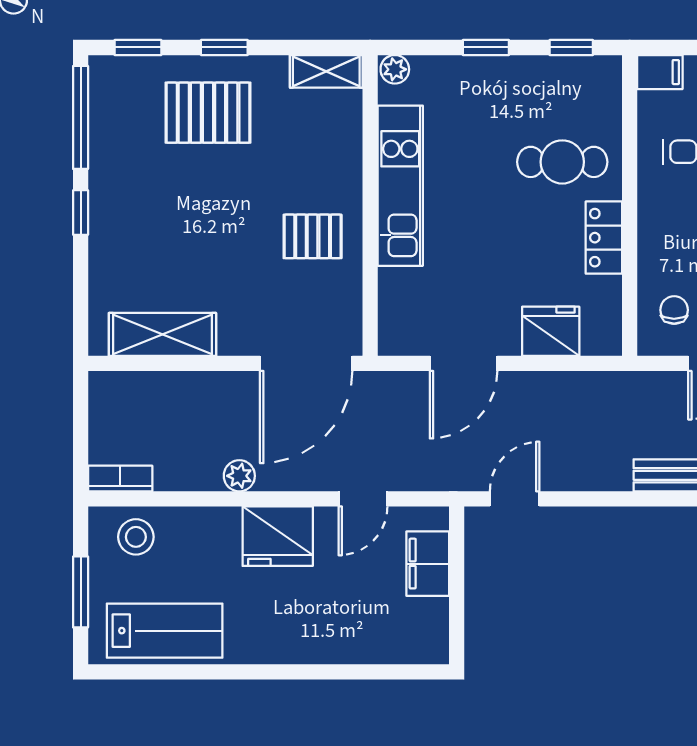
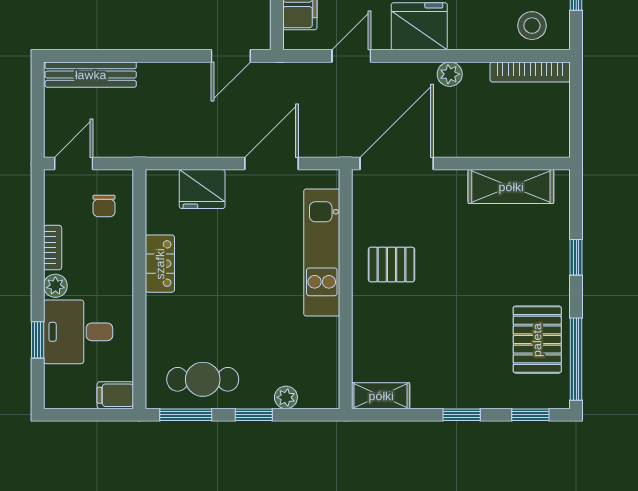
window: (571, 47) -> (186, 415), width x1.50
plant: (395, 69) -> (286, 397), moved
pallet: (208, 113) -> (537, 340), moved, turned 90
cafe table: (562, 162) -> (203, 379), moved
kitchen unit: (400, 186) -> (322, 253), moved
window: (81, 213) -> (576, 257), moved
bookcase: (120, 478) -> (530, 72), width x1.56

